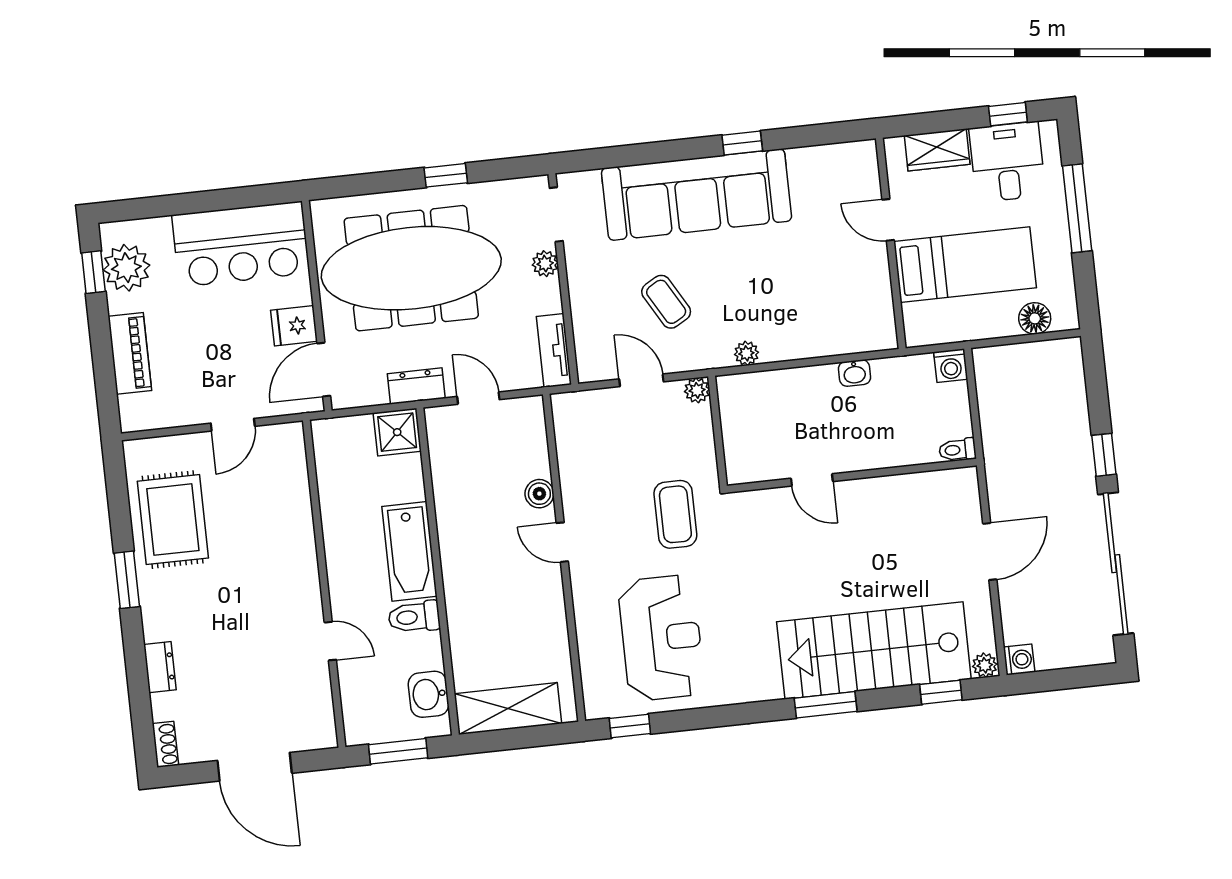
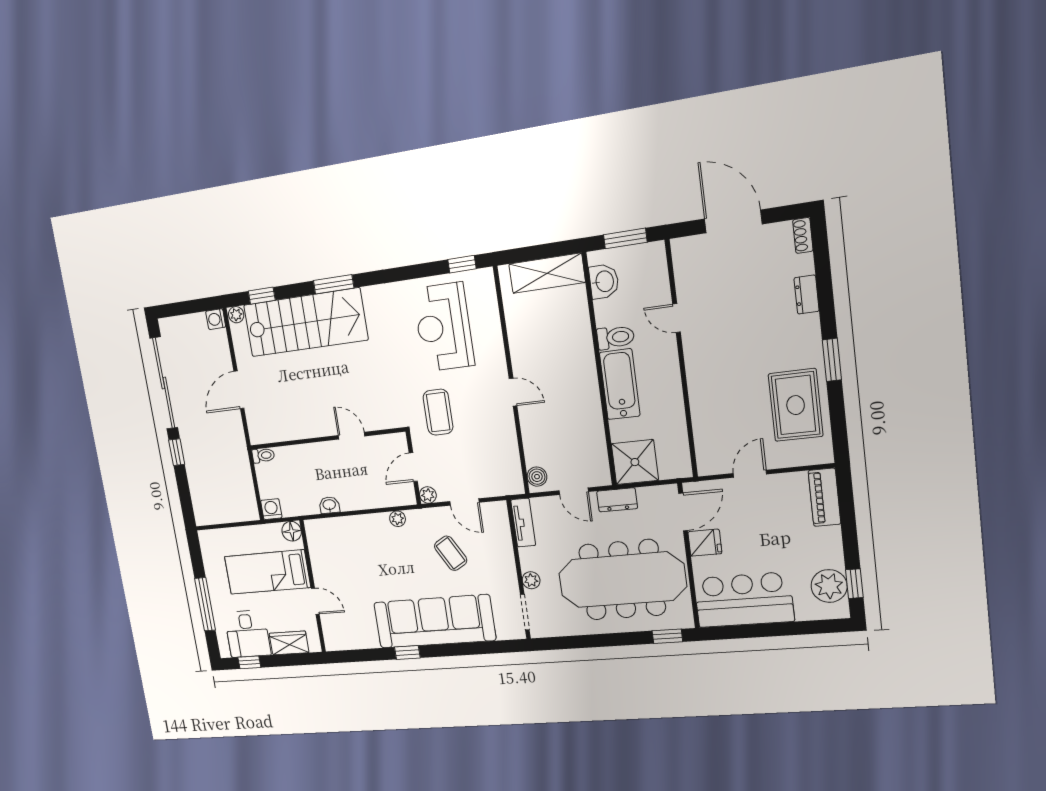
window: (446, 175) -> (667, 636), moved
floor lamp: (1035, 318) -> (292, 531), moved
piano: (130, 353) -> (824, 497), moved
shower: (397, 432) -> (635, 462), width x1.36, depth x1.36
door: (718, 432) -> (413, 467), added
boiler: (539, 494) -> (537, 477), moved

